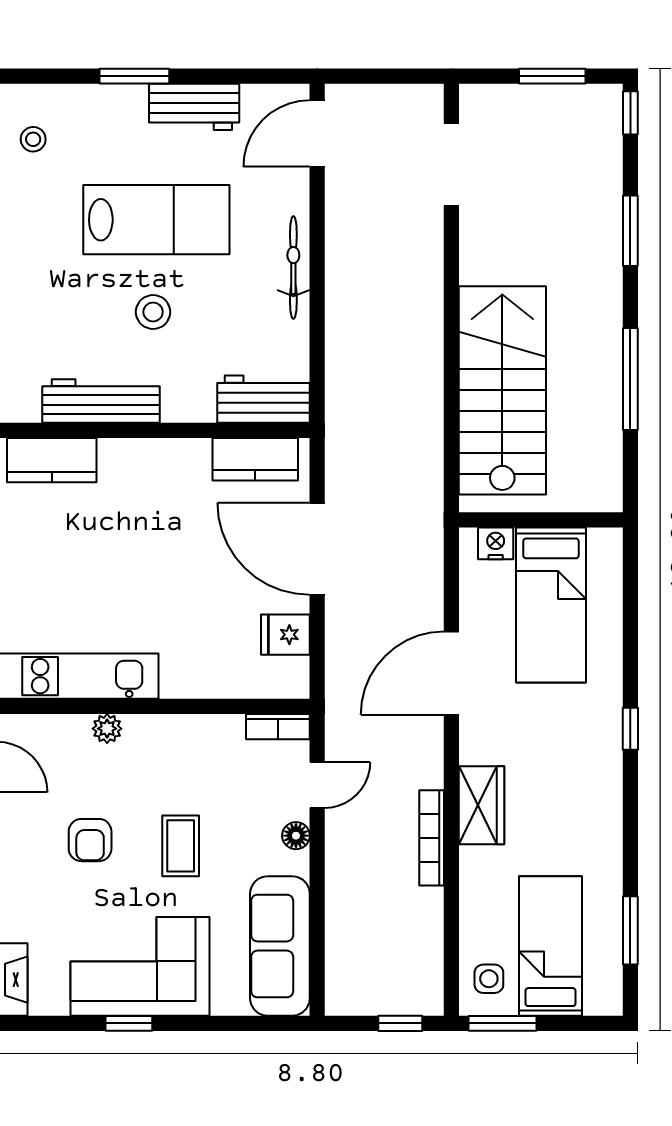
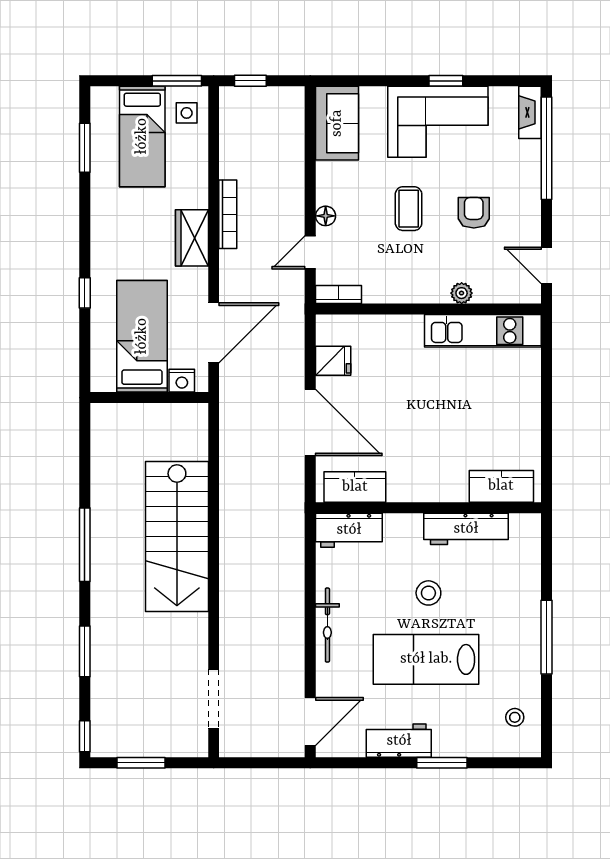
wall: (541, 520) -> (149, 398), moved
nightstand: (496, 543) -> (182, 381), moved
bed: (551, 605) -> (142, 336), moved
sofa: (280, 946) -> (337, 123), width x0.73

